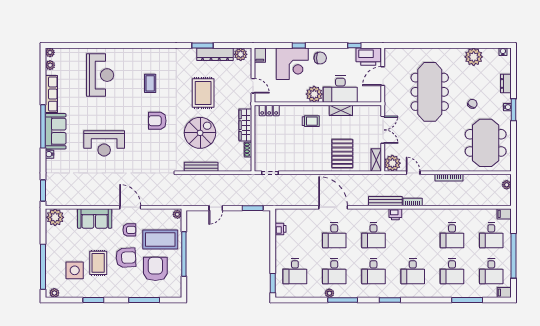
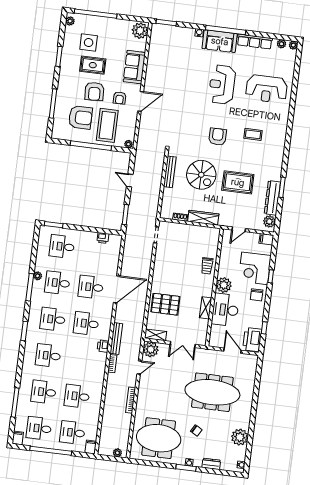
locker: (269, 111) -> (214, 241), removed
trolley: (311, 121) -> (207, 266), moved
reception desk: (104, 143) -> (222, 85), moved

